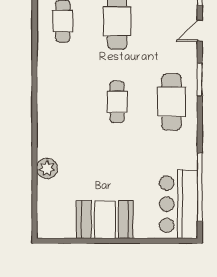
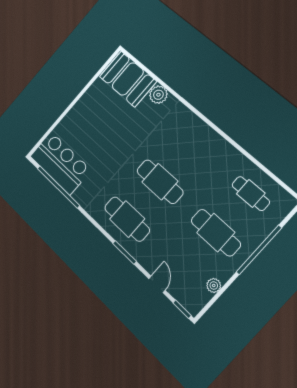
cafe table: (117, 102) -> (160, 182), width x1.37, depth x1.35
booth: (105, 220) -> (128, 79), moved, turned 90

